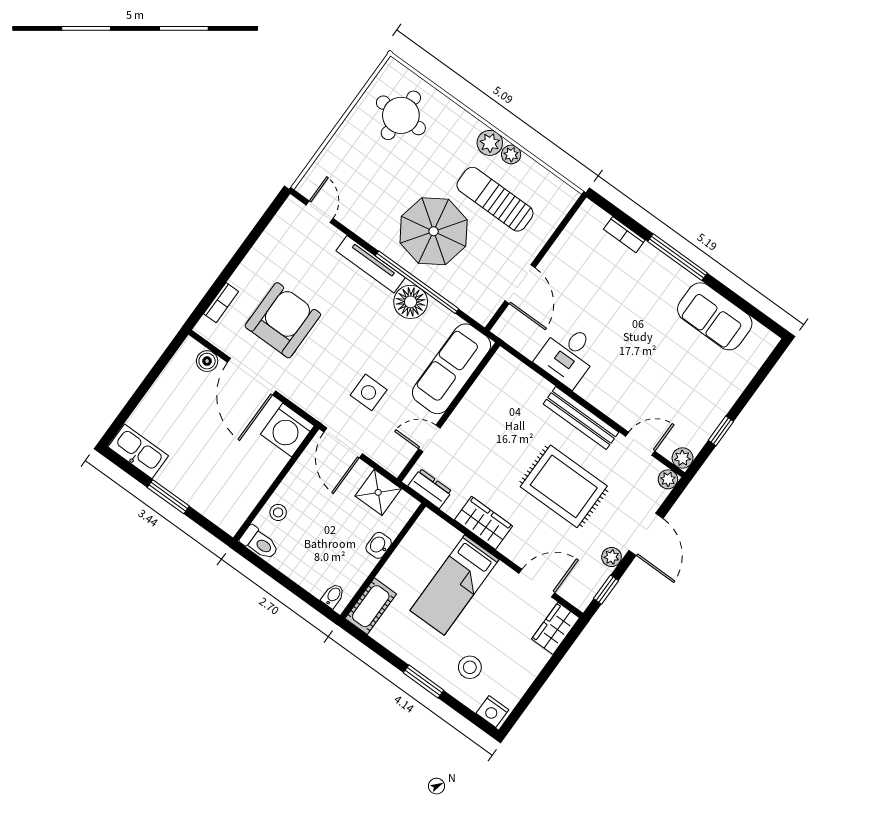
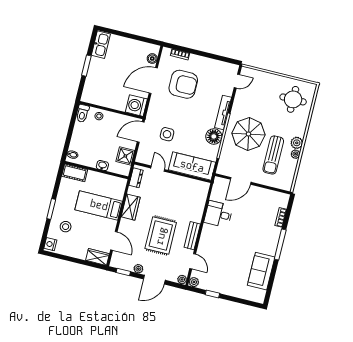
sun lounger: (495, 199) -> (273, 155), turned 180
bench: (581, 418) -> (192, 236), width x0.73

